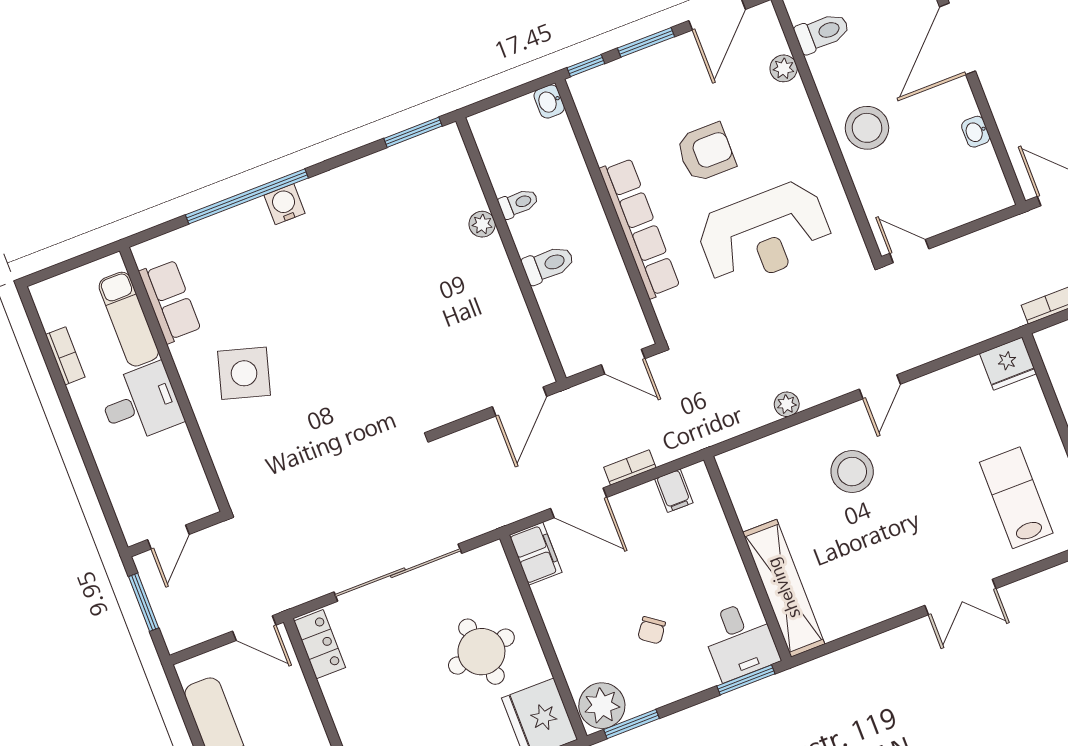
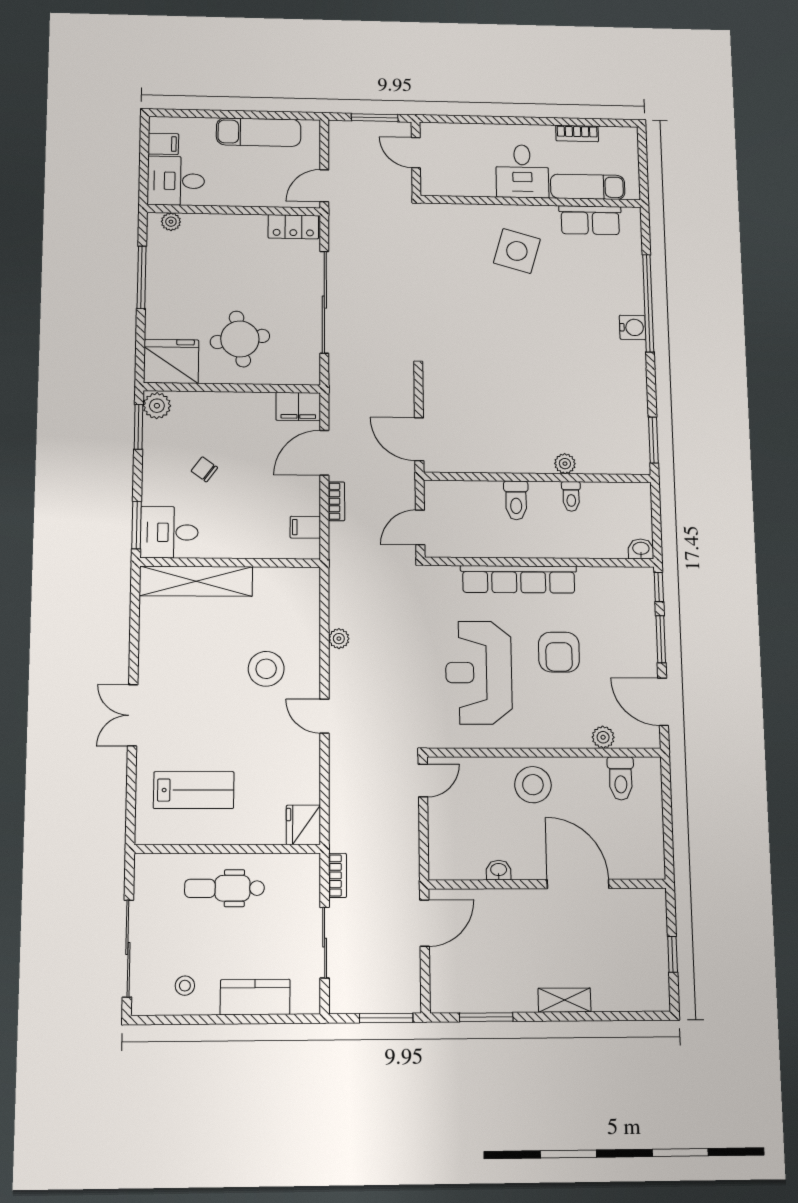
plant: (602, 706) -> (157, 406), width x0.73, depth x0.73

